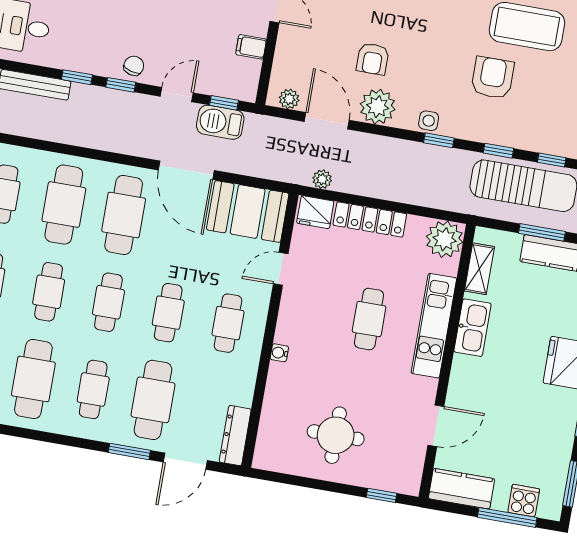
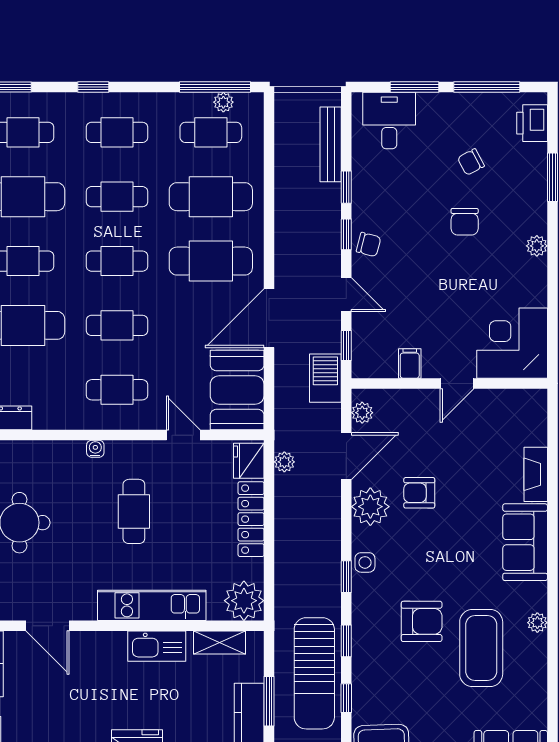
barbecue: (220, 122) -> (325, 378), moved
cafe table: (369, 319) -> (134, 511), moved, turned 90

